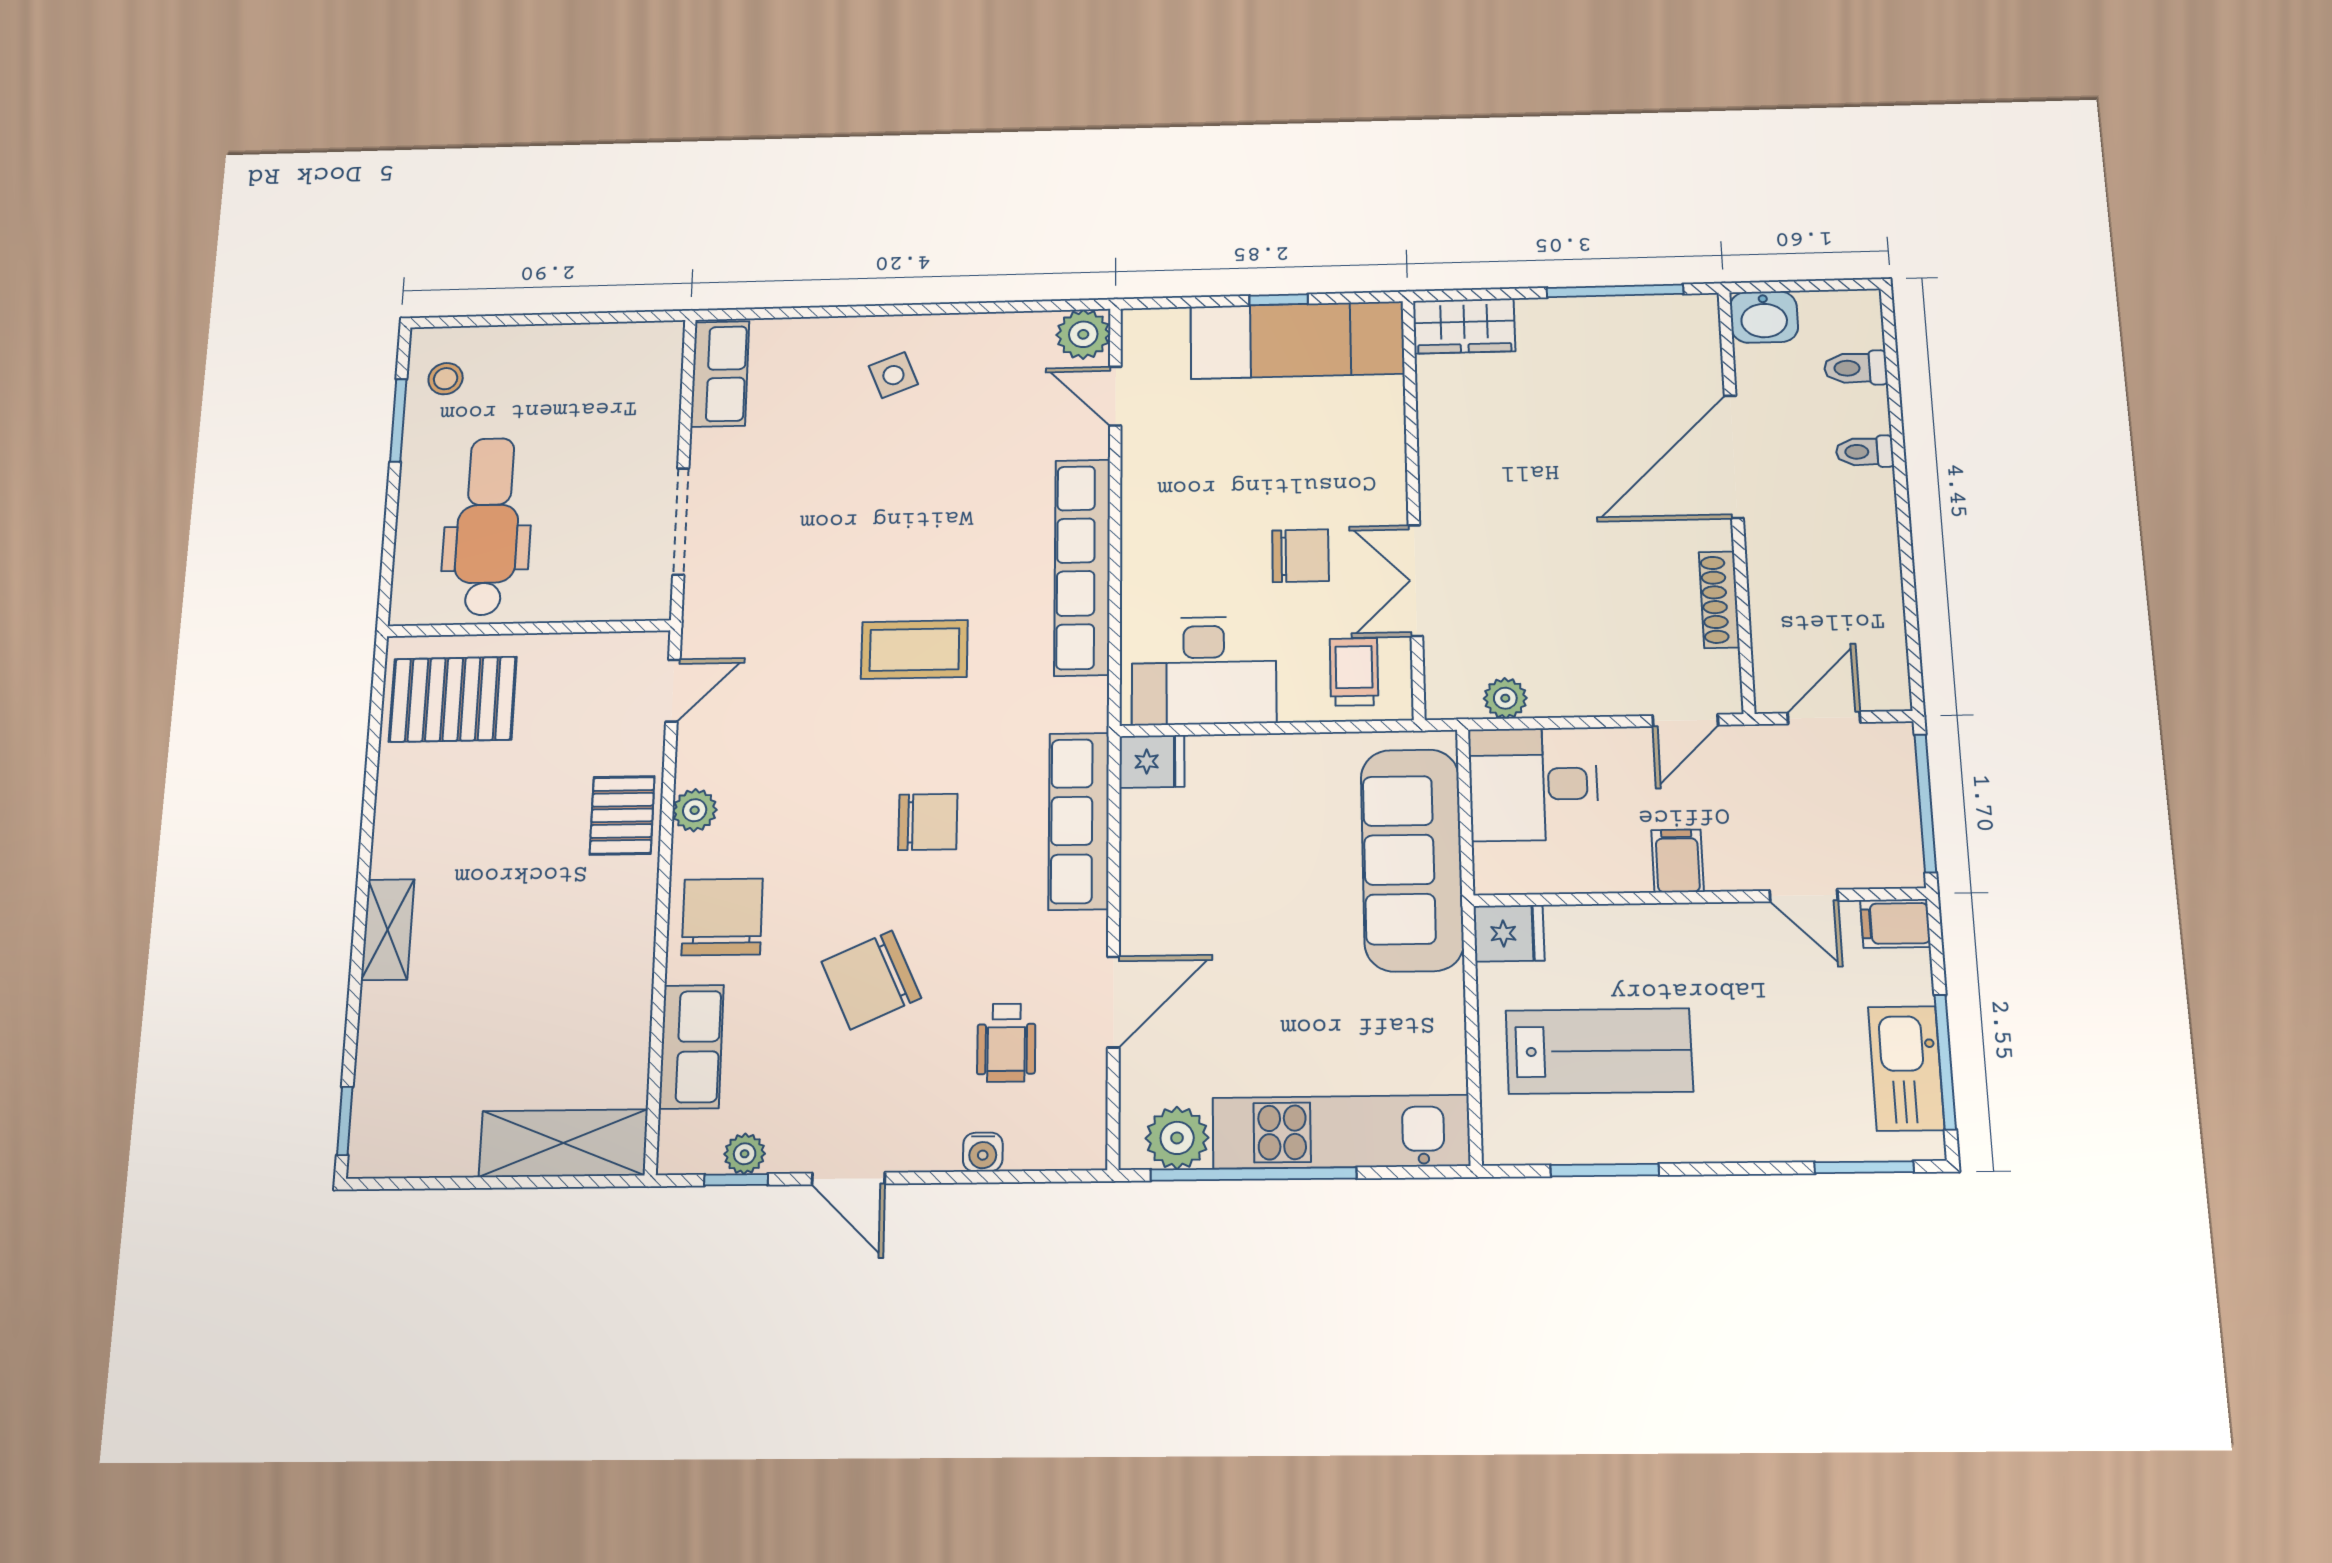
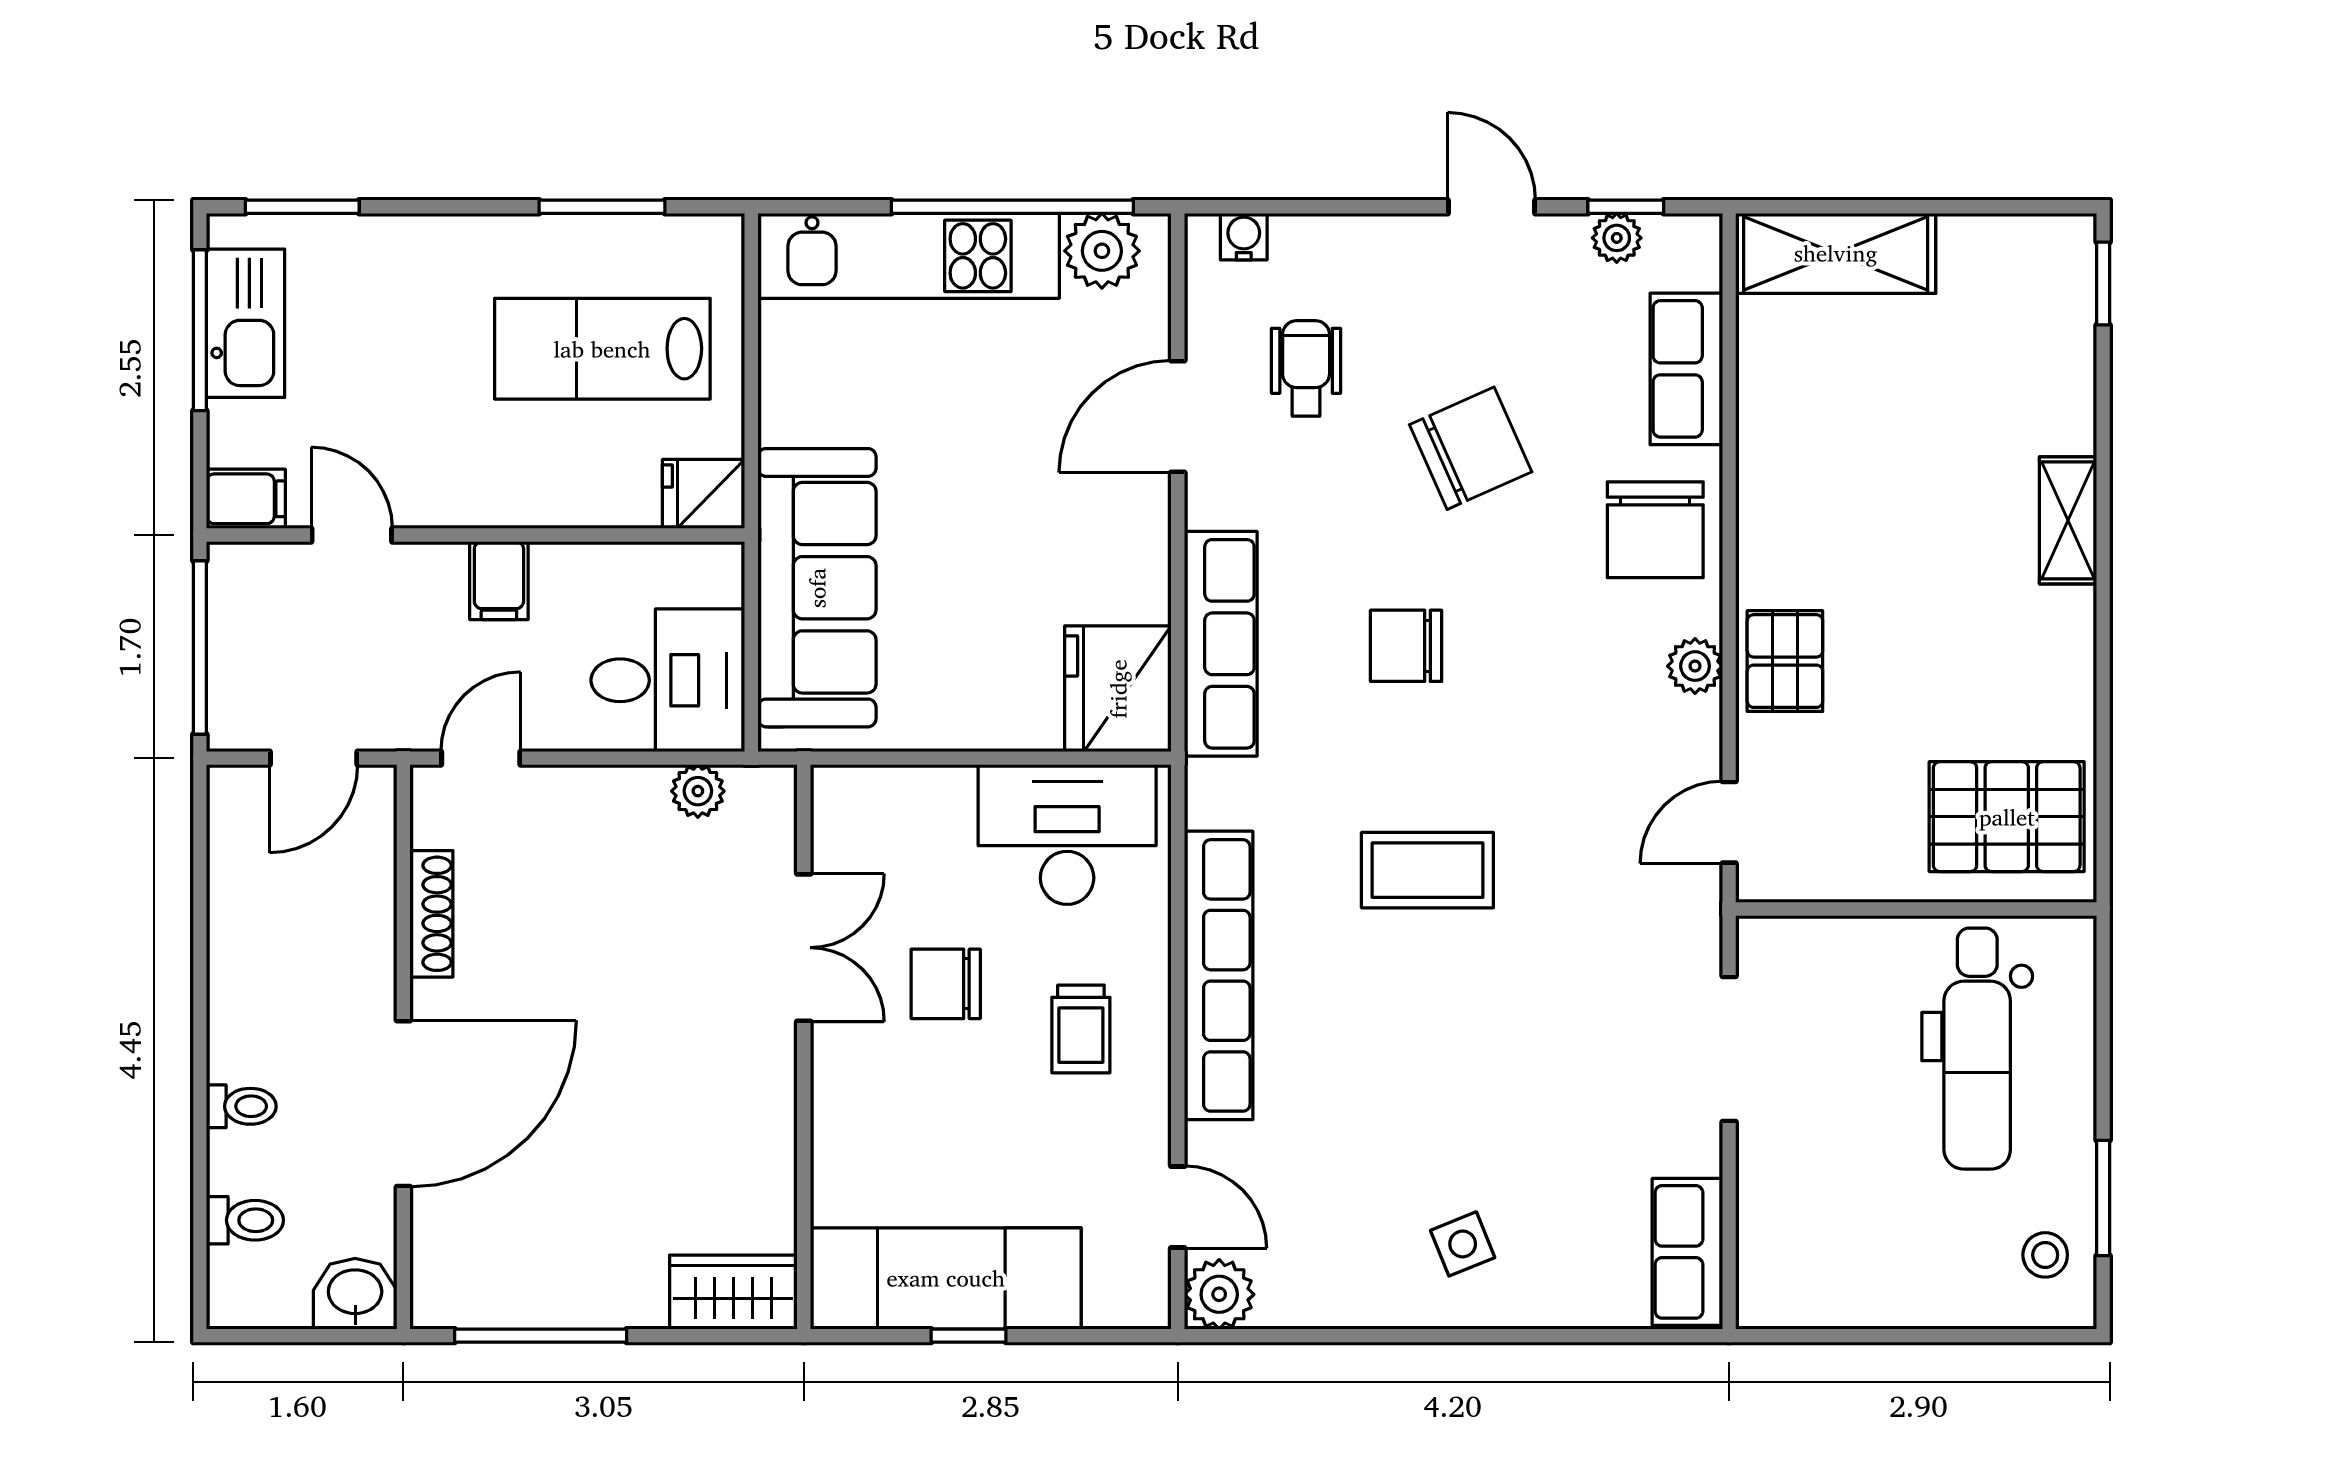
trolley: (1354, 672) -> (1081, 1029), moved
fridge: (1152, 761) -> (1118, 689), width x1.88, depth x1.34
water cooler: (983, 1152) -> (1244, 237), moved

